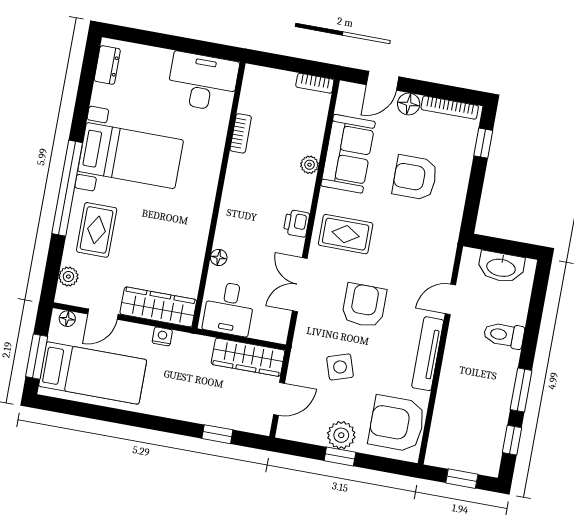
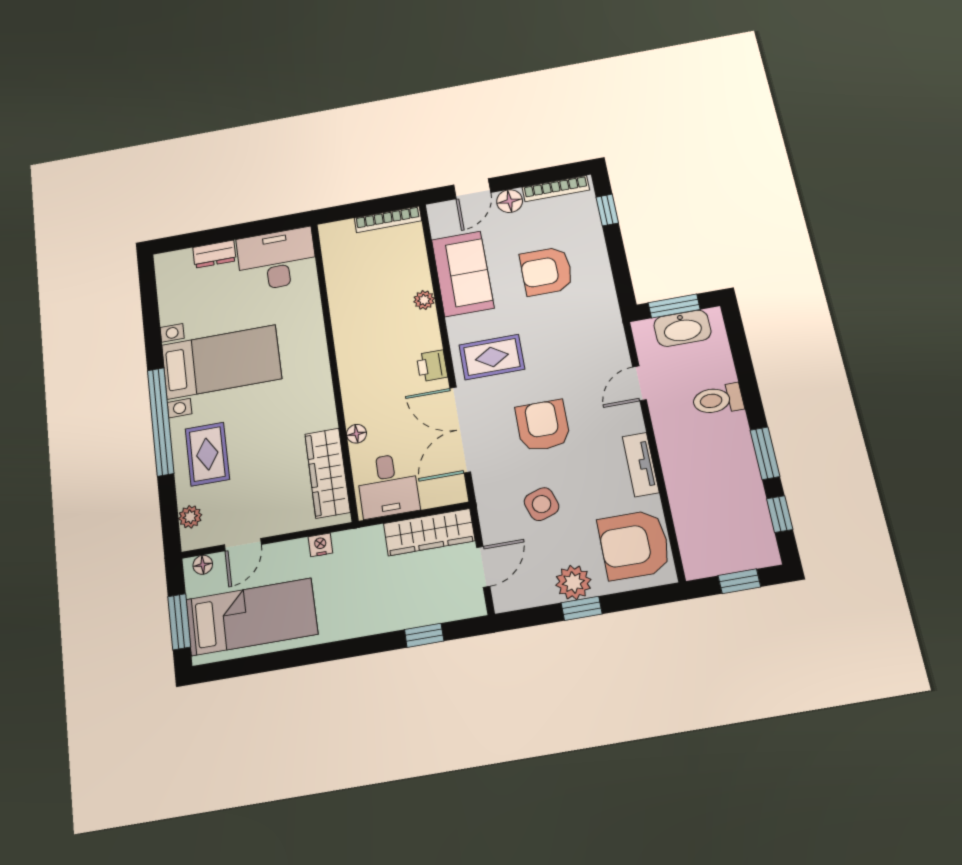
dresser: (107, 65) -> (214, 254), moved, turned 90
bookcase: (315, 83) -> (388, 219), width x1.56
bookcase: (241, 133) -> (336, 296), removed
window: (502, 246) -> (674, 306), added
double door: (300, 285) -> (460, 430), width x1.37
wardrobe: (158, 307) -> (327, 473), moved, turned -90
tv unit: (428, 354) -> (641, 465), width x0.71

